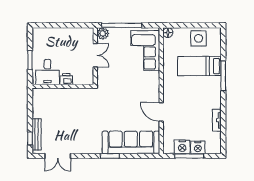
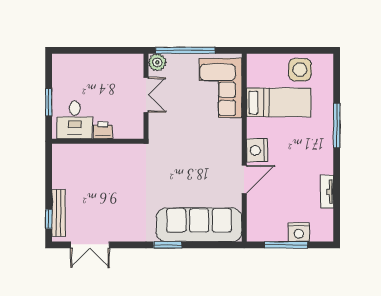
floor lamp: (168, 33) -> (254, 61), removed
bed: (199, 66) -> (279, 102), moved, turned 180
door: (161, 112) -> (244, 179), swing flipped
nightstand: (182, 147) -> (257, 150), moved, turned 90

